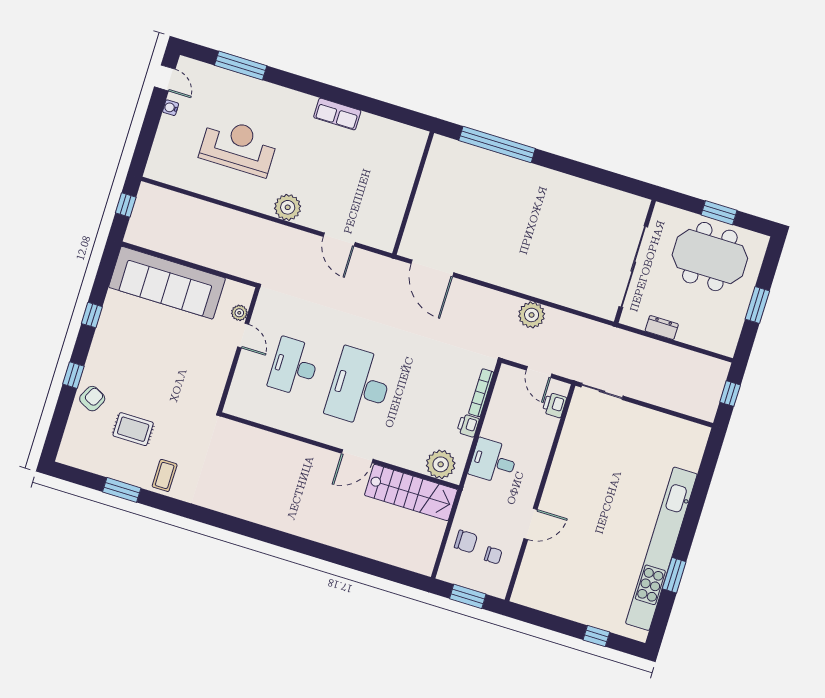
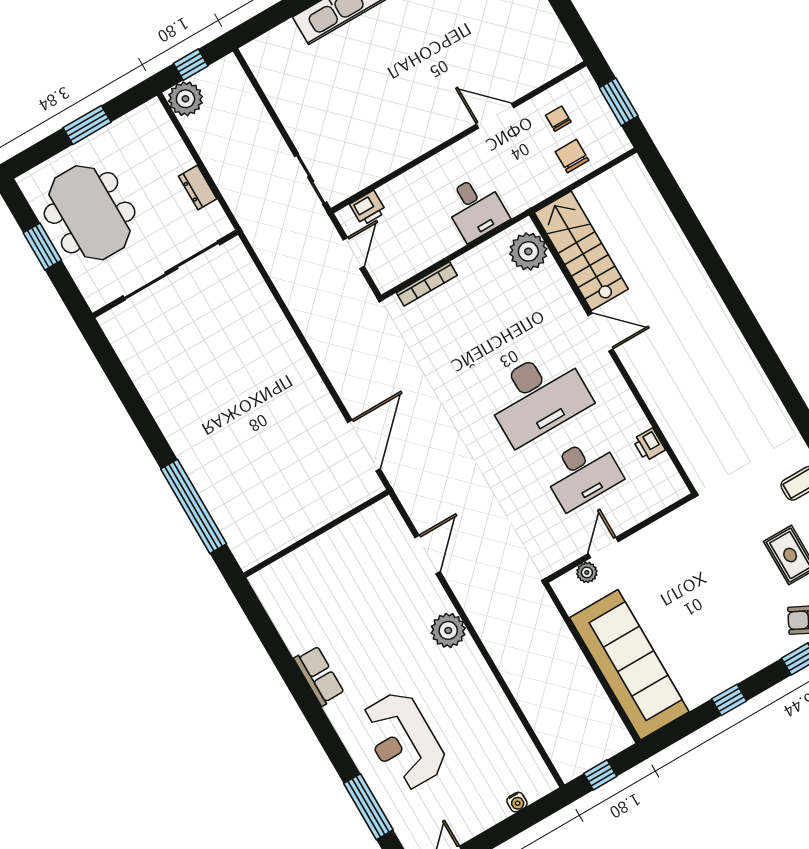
water cooler: (171, 108) -> (517, 802), moved
reception desk: (239, 147) -> (403, 741), moved
plant: (532, 315) -> (185, 99), moved
printer: (468, 426) -> (649, 445), moved, turned 90

